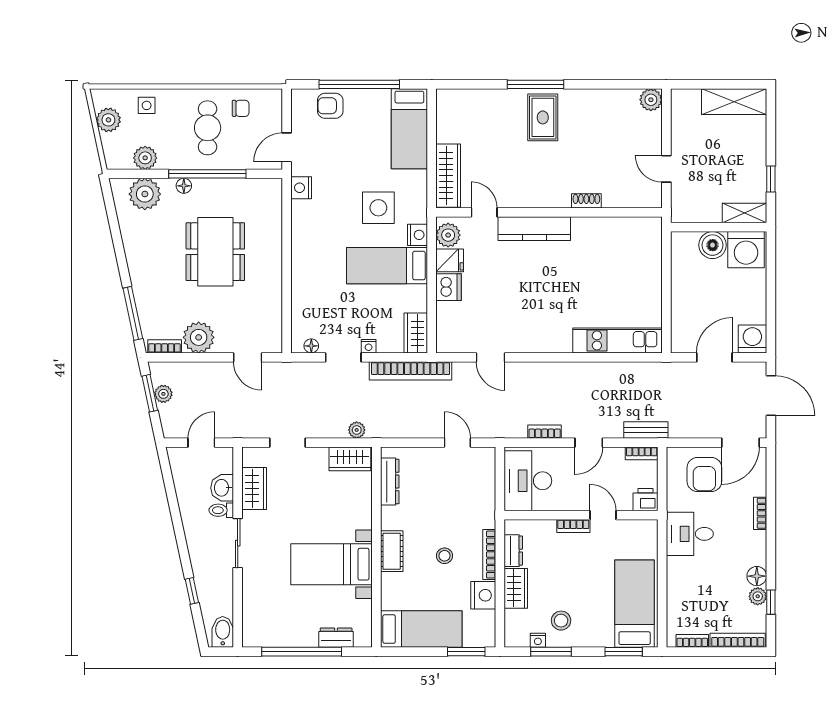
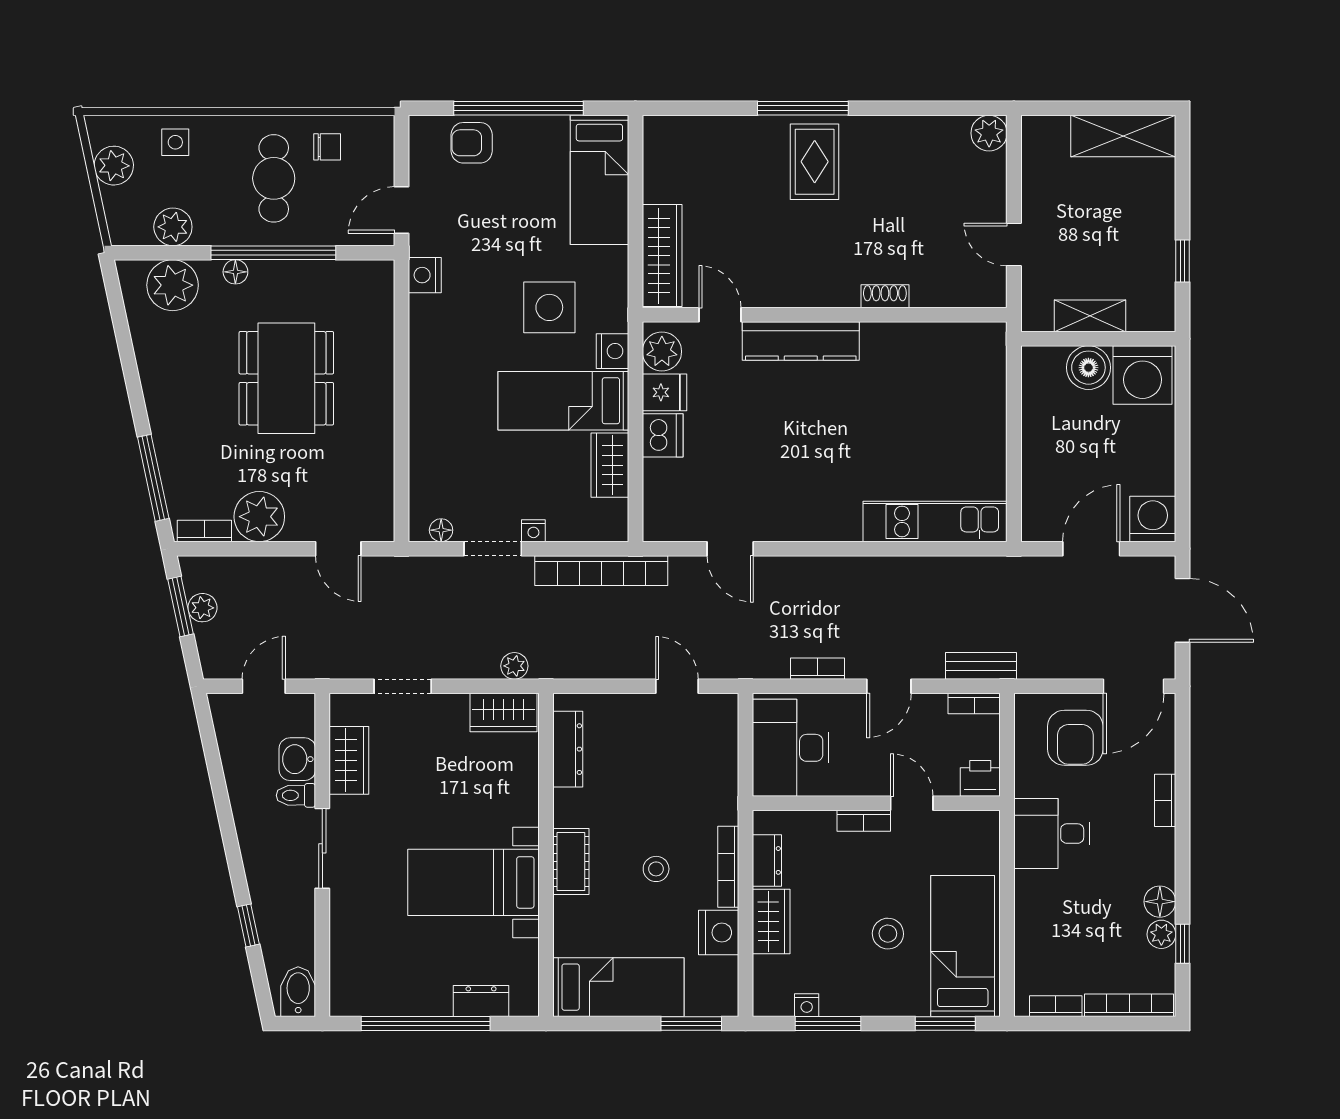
shelving: (744, 213) -> (1090, 316), moved
wardrobe: (416, 333) -> (610, 465), moved
stool: (561, 621) -> (888, 934), moved

